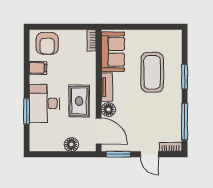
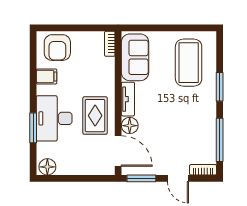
coffee table: (152, 72) -> (189, 63), moved
floor lamp: (71, 144) -> (47, 167), moved

